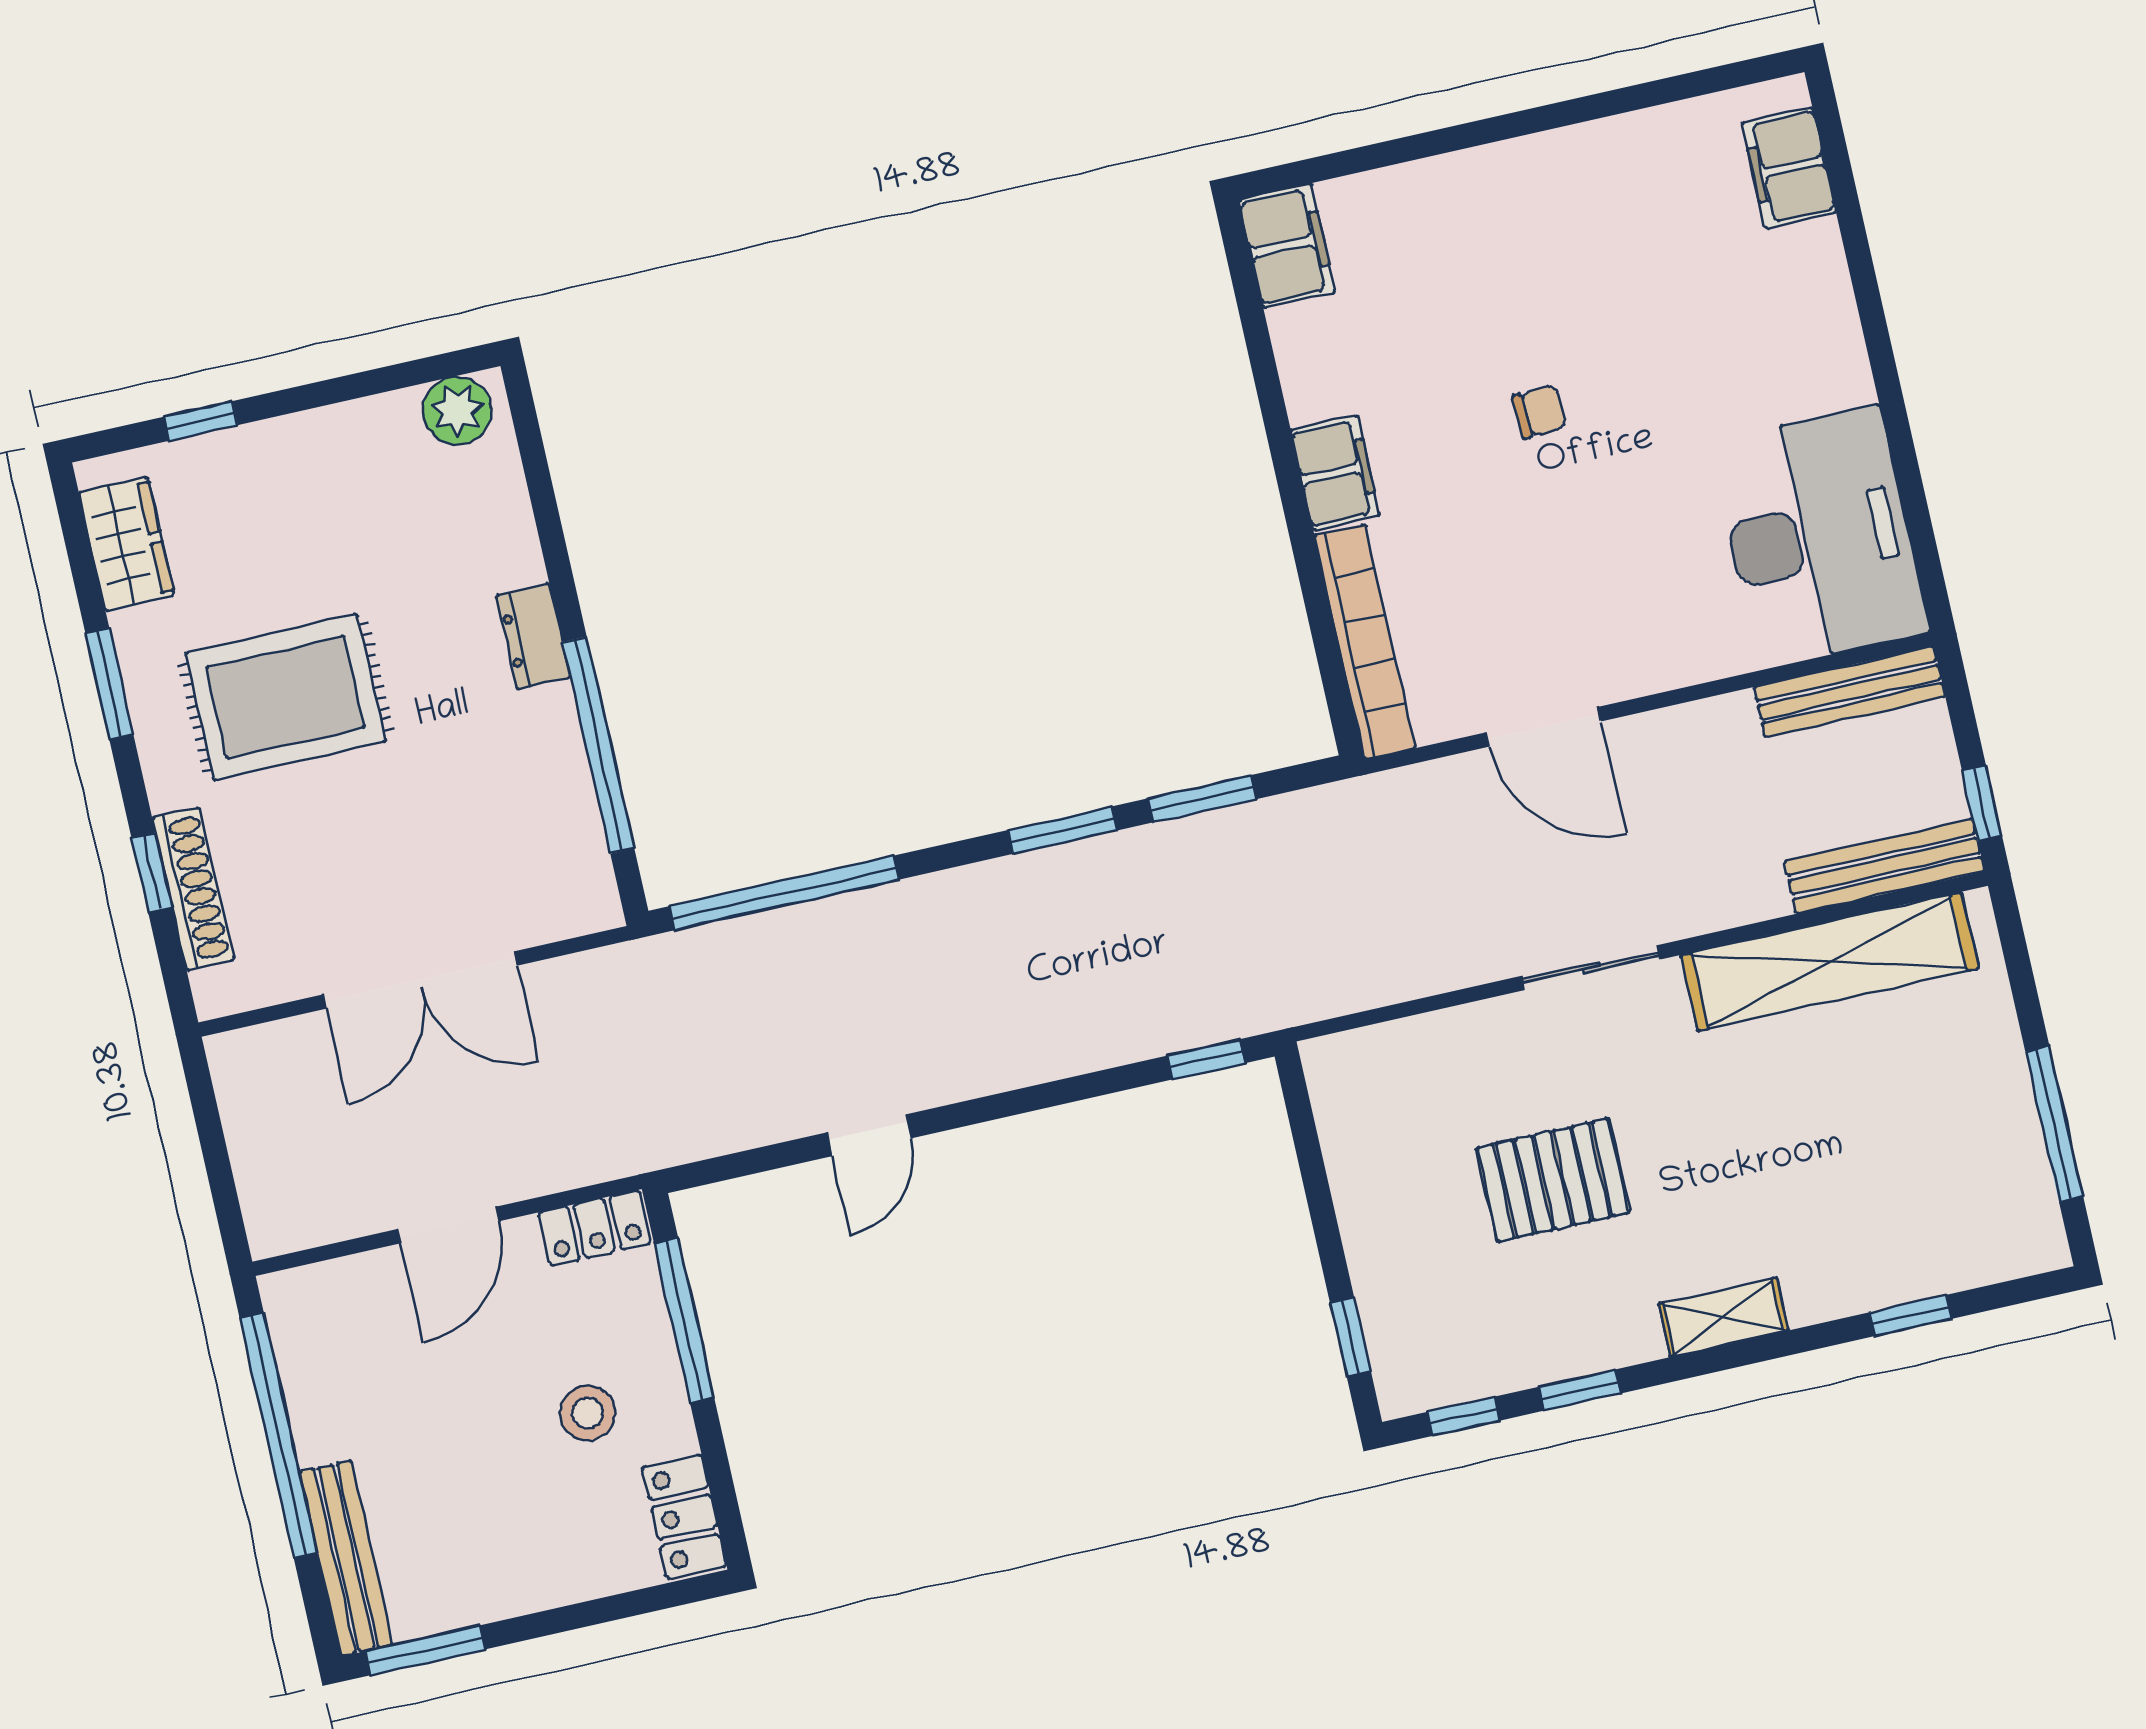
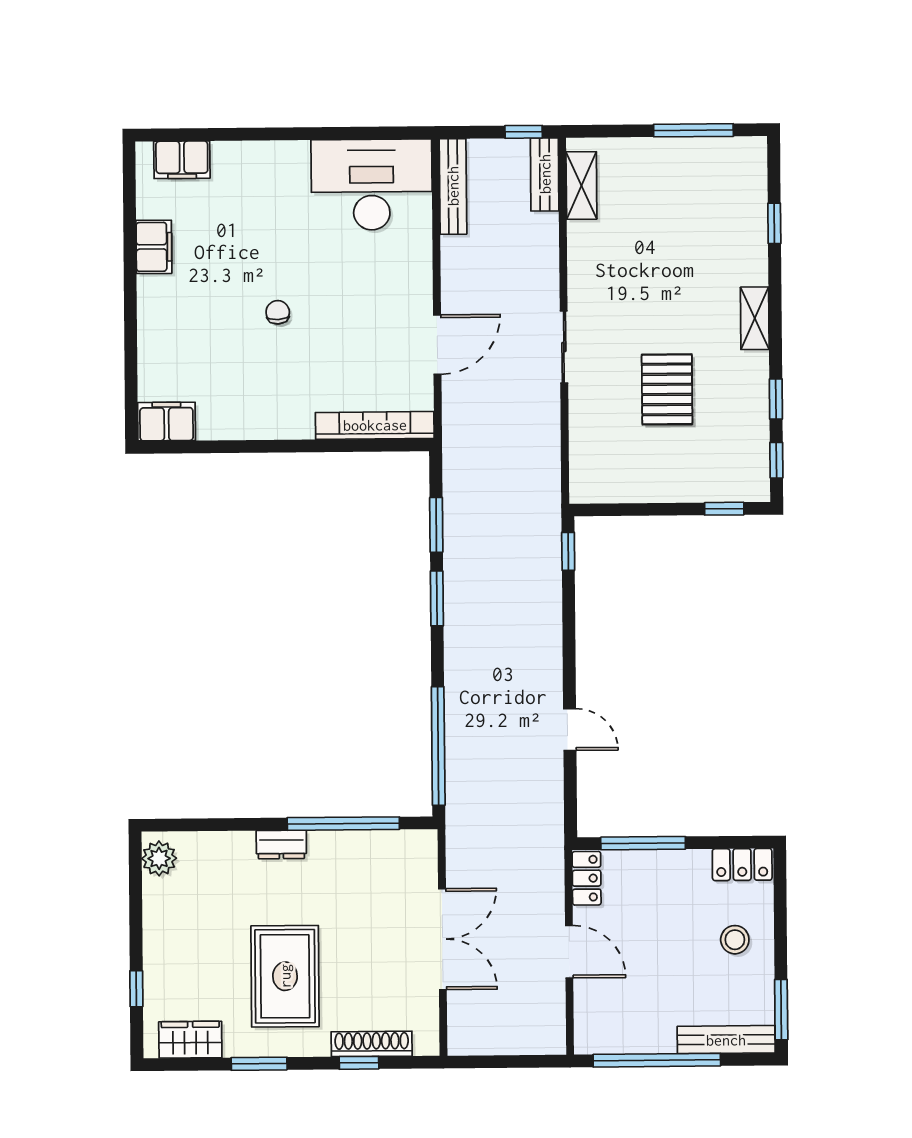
filing cabinet: (1335, 473) -> (154, 247), moved, turned 90
bench: (1885, 866) -> (545, 174), width x0.73
shelving: (1829, 962) -> (581, 185), width x0.45, depth x0.75
stool: (588, 1413) -> (735, 940), moved

